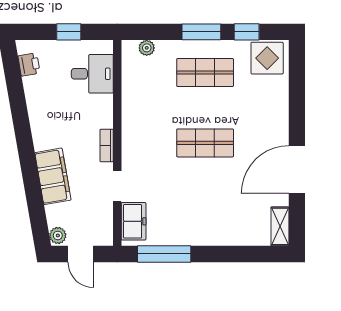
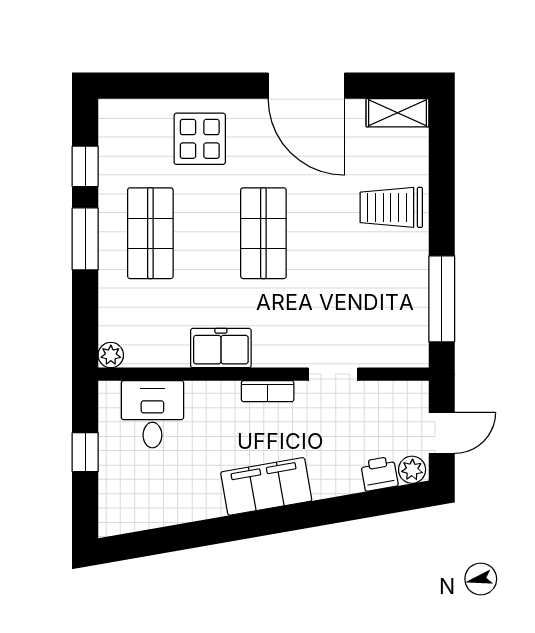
plant: (147, 48) -> (111, 355), moved
display table: (267, 58) -> (200, 139), moved
printer: (29, 65) -> (379, 474), moved
filing cabinet: (53, 176) -> (266, 486), moved
freezer: (134, 221) -> (221, 348), moved
trolley: (221, 223) -> (391, 207), added

